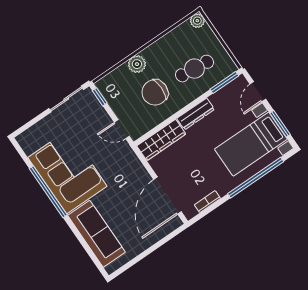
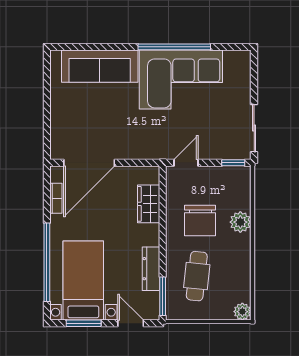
chair: (155, 92) -> (200, 221), turned 180
dresser: (196, 114) -> (151, 269), moved
wardrobe: (161, 140) -> (149, 204), width x0.67
door: (168, 196) -> (89, 163), swing flipped

